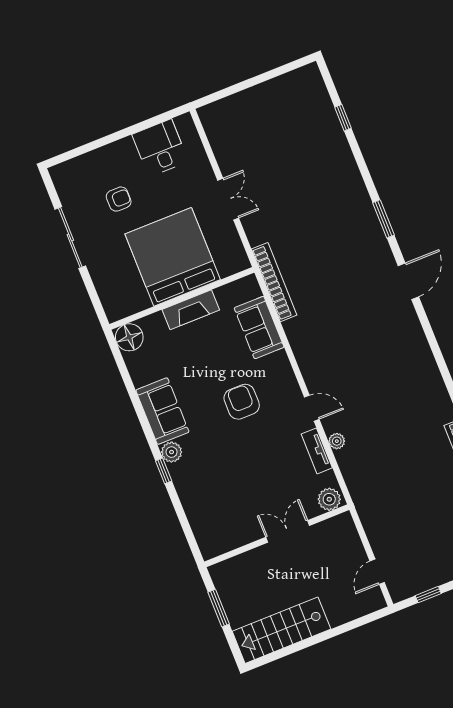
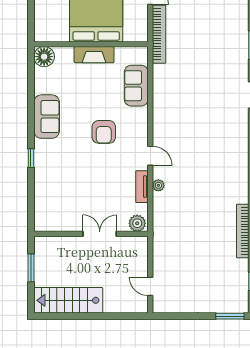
bookcase: (274, 282) -> (159, 34), moved
armchair: (242, 402) -> (104, 132), turned 180
plant: (172, 452) -> (42, 147), removed
door: (377, 572) -> (150, 286), hinge flipped
window: (428, 595) -> (179, 316), removed

